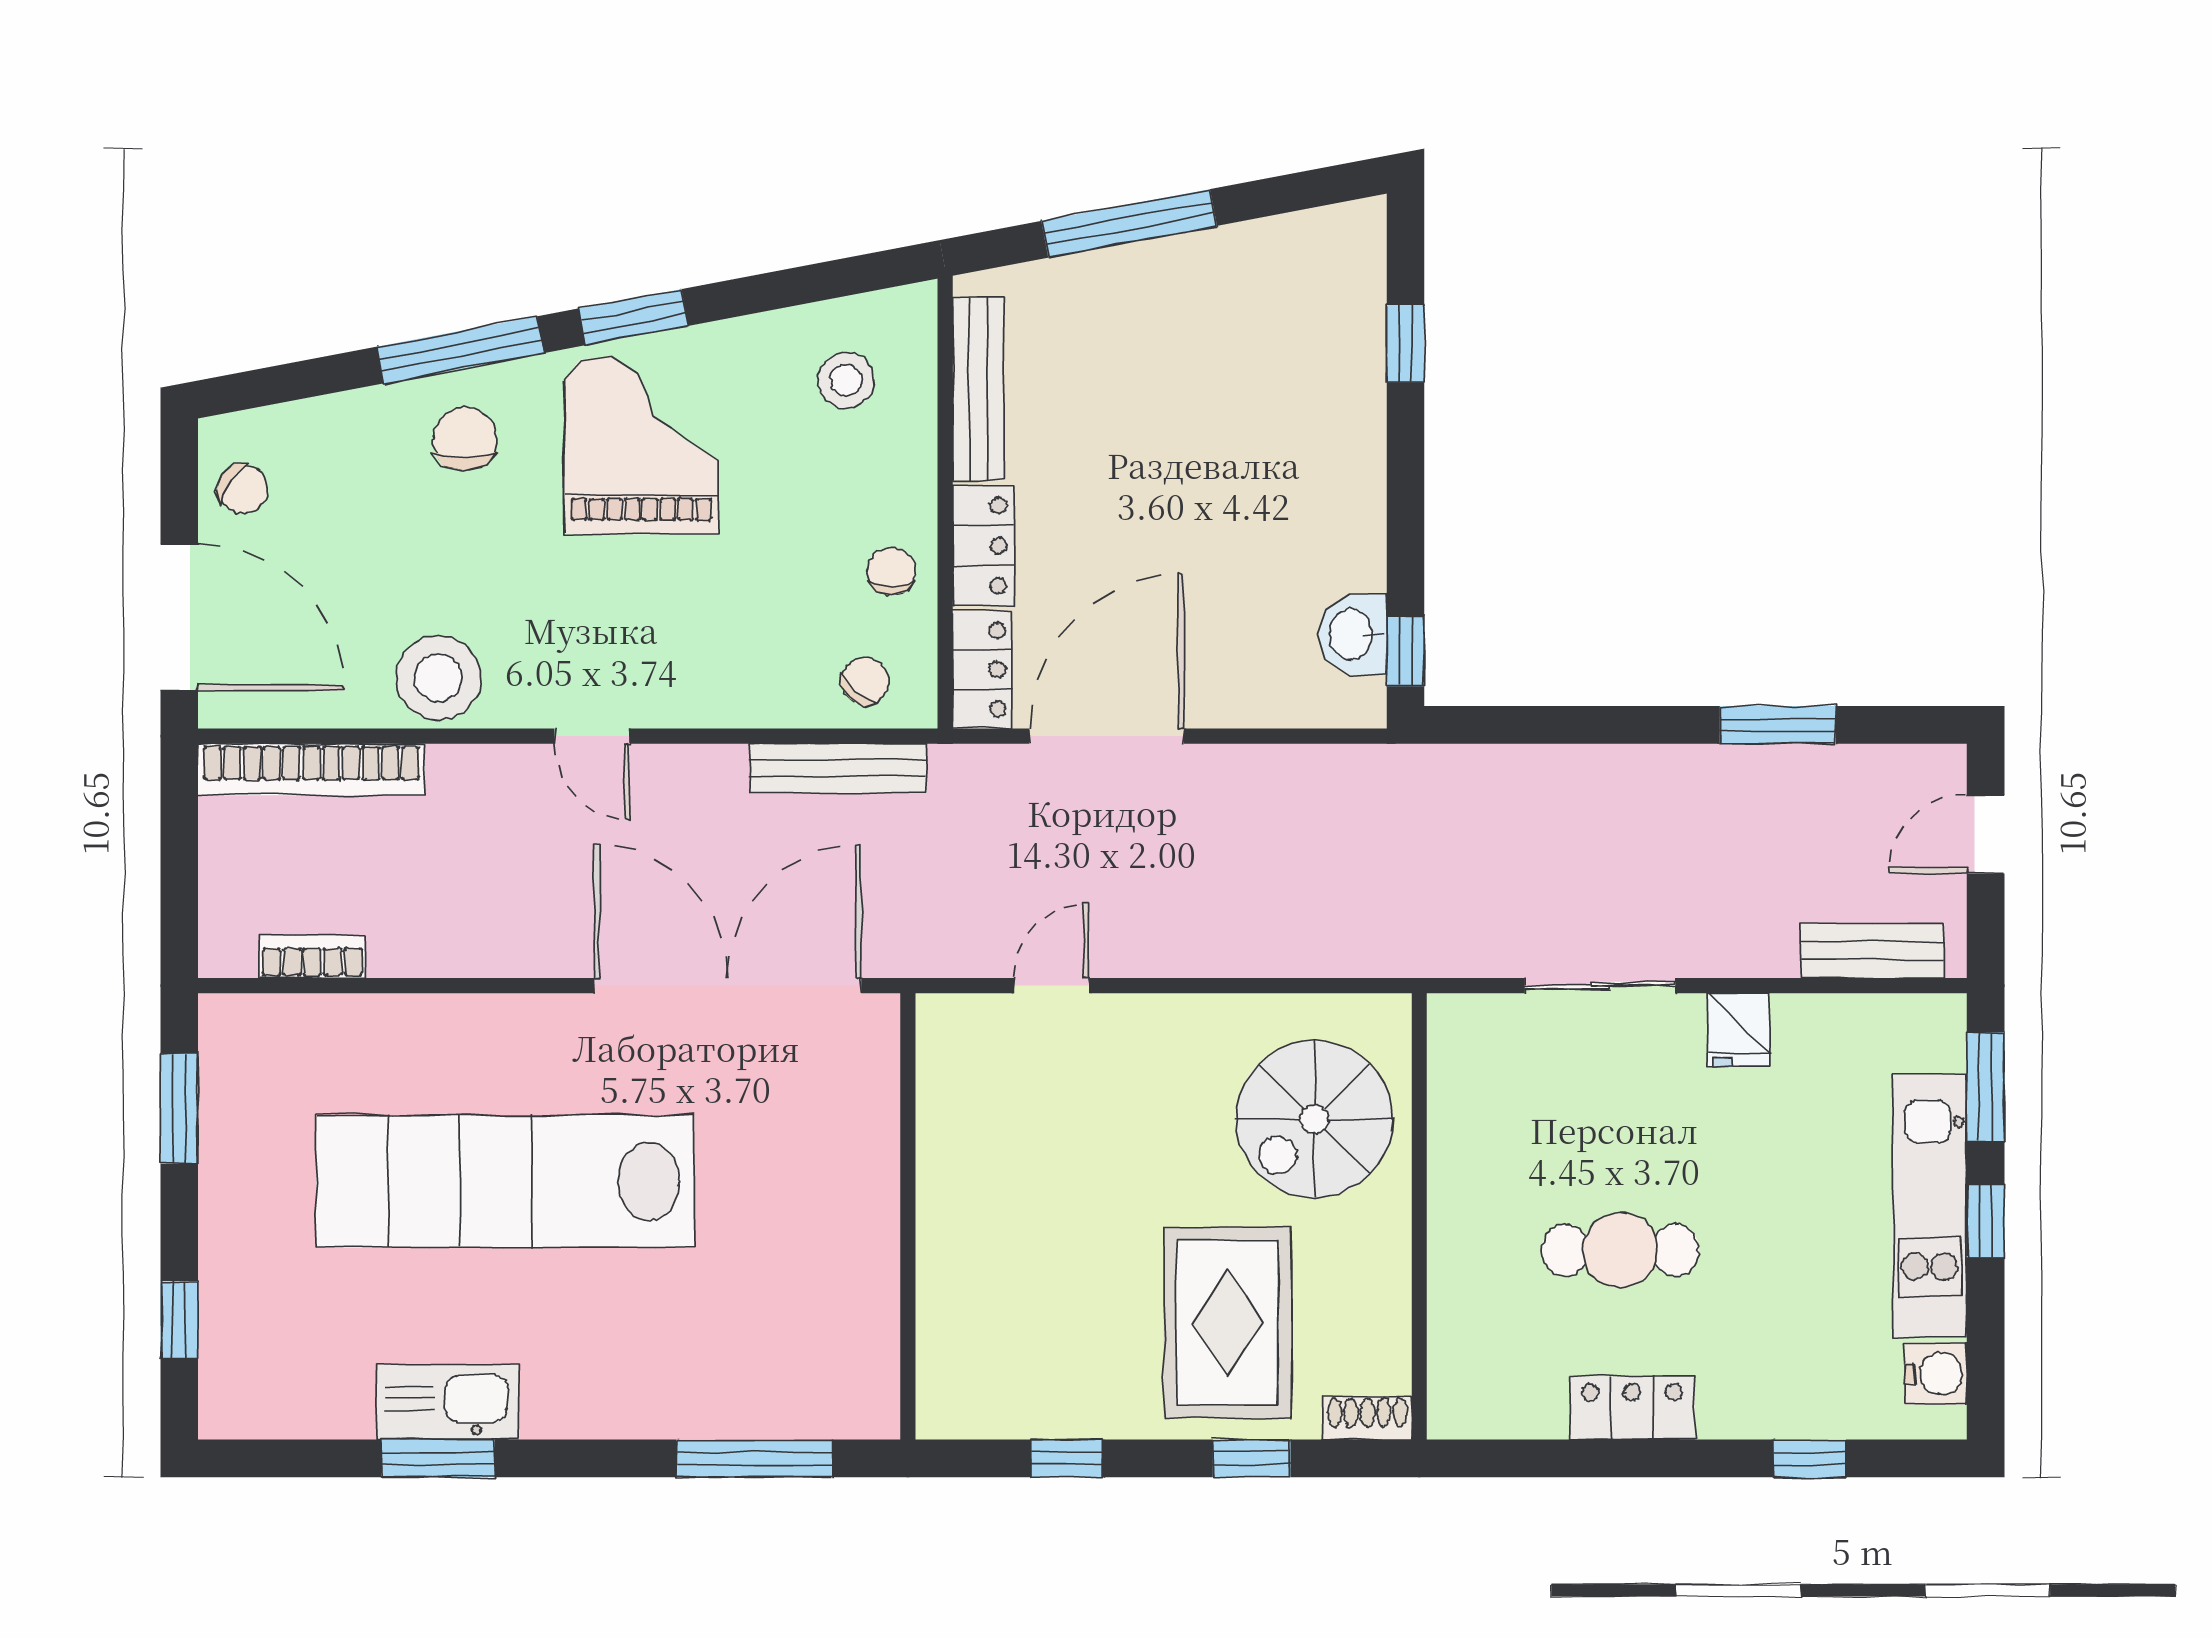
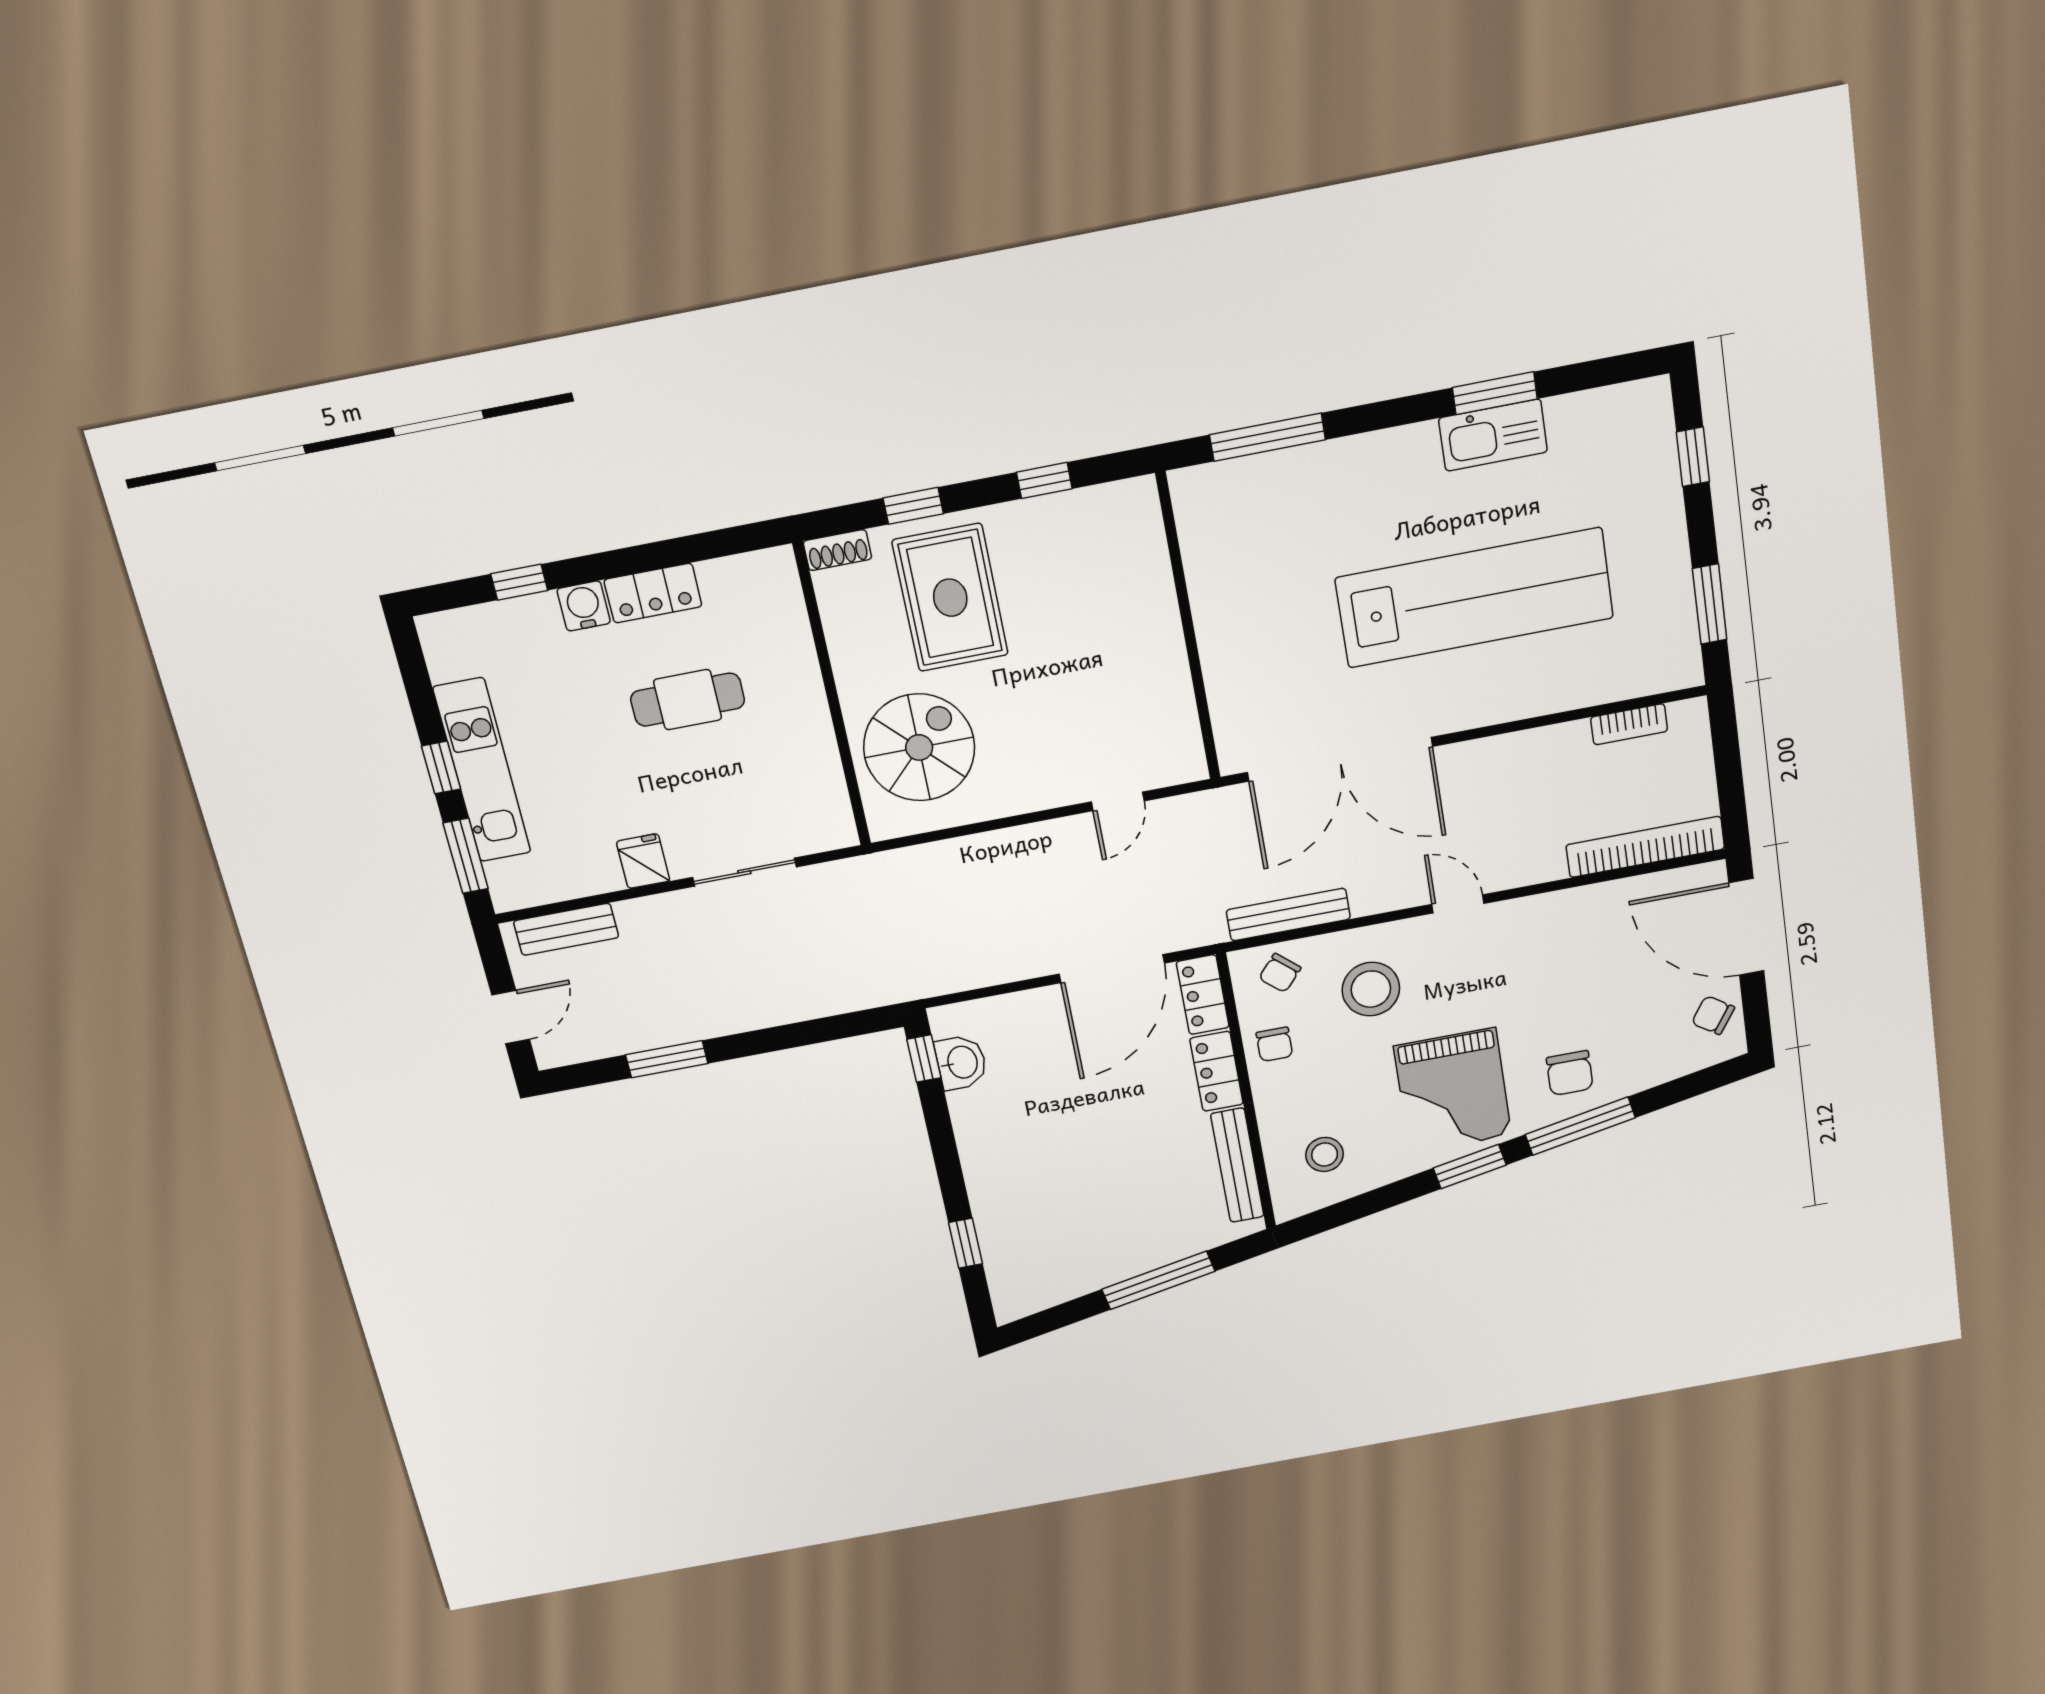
stool: (438, 678) -> (1371, 989), moved
water cooler: (1936, 1374) -> (584, 606), moved, turned 90

